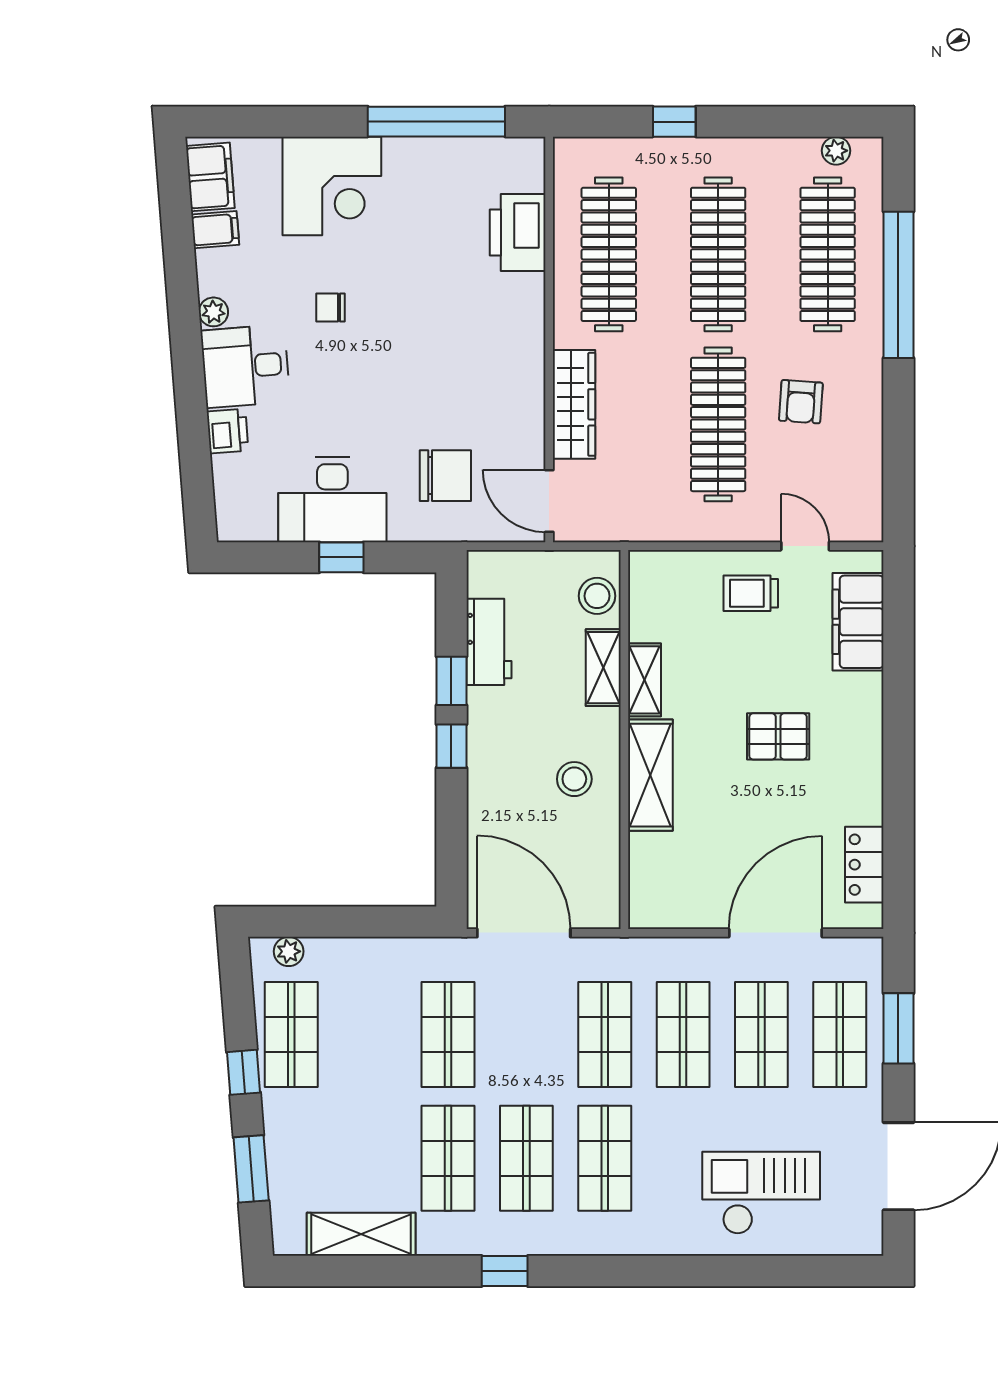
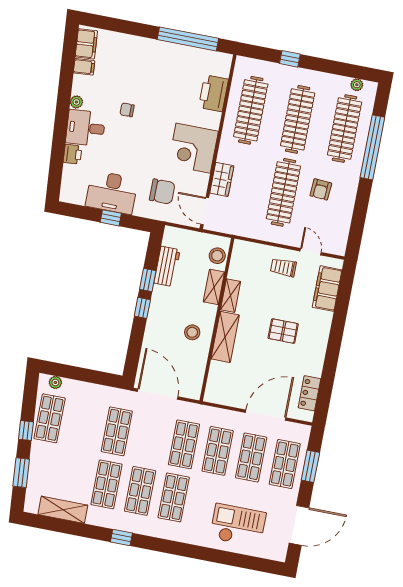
corner desk: (332, 186) -> (193, 148), moved, turned 90
wardrobe: (574, 404) -> (222, 179), width x0.67

